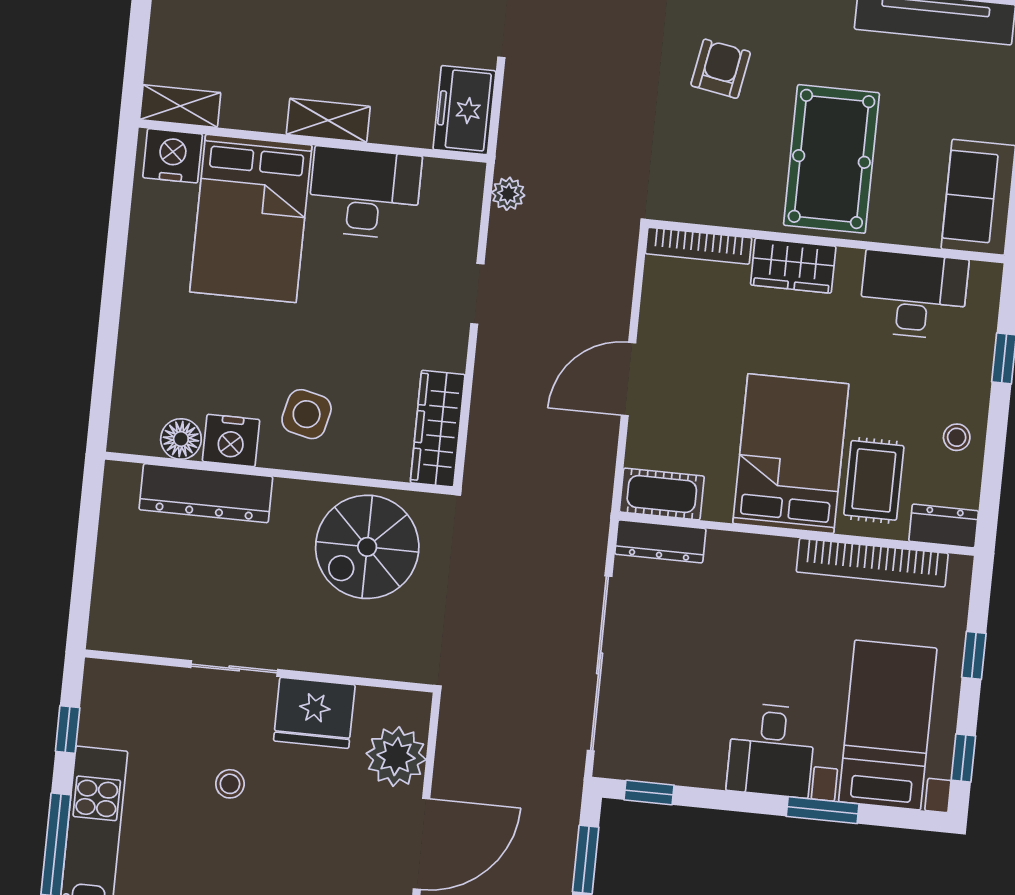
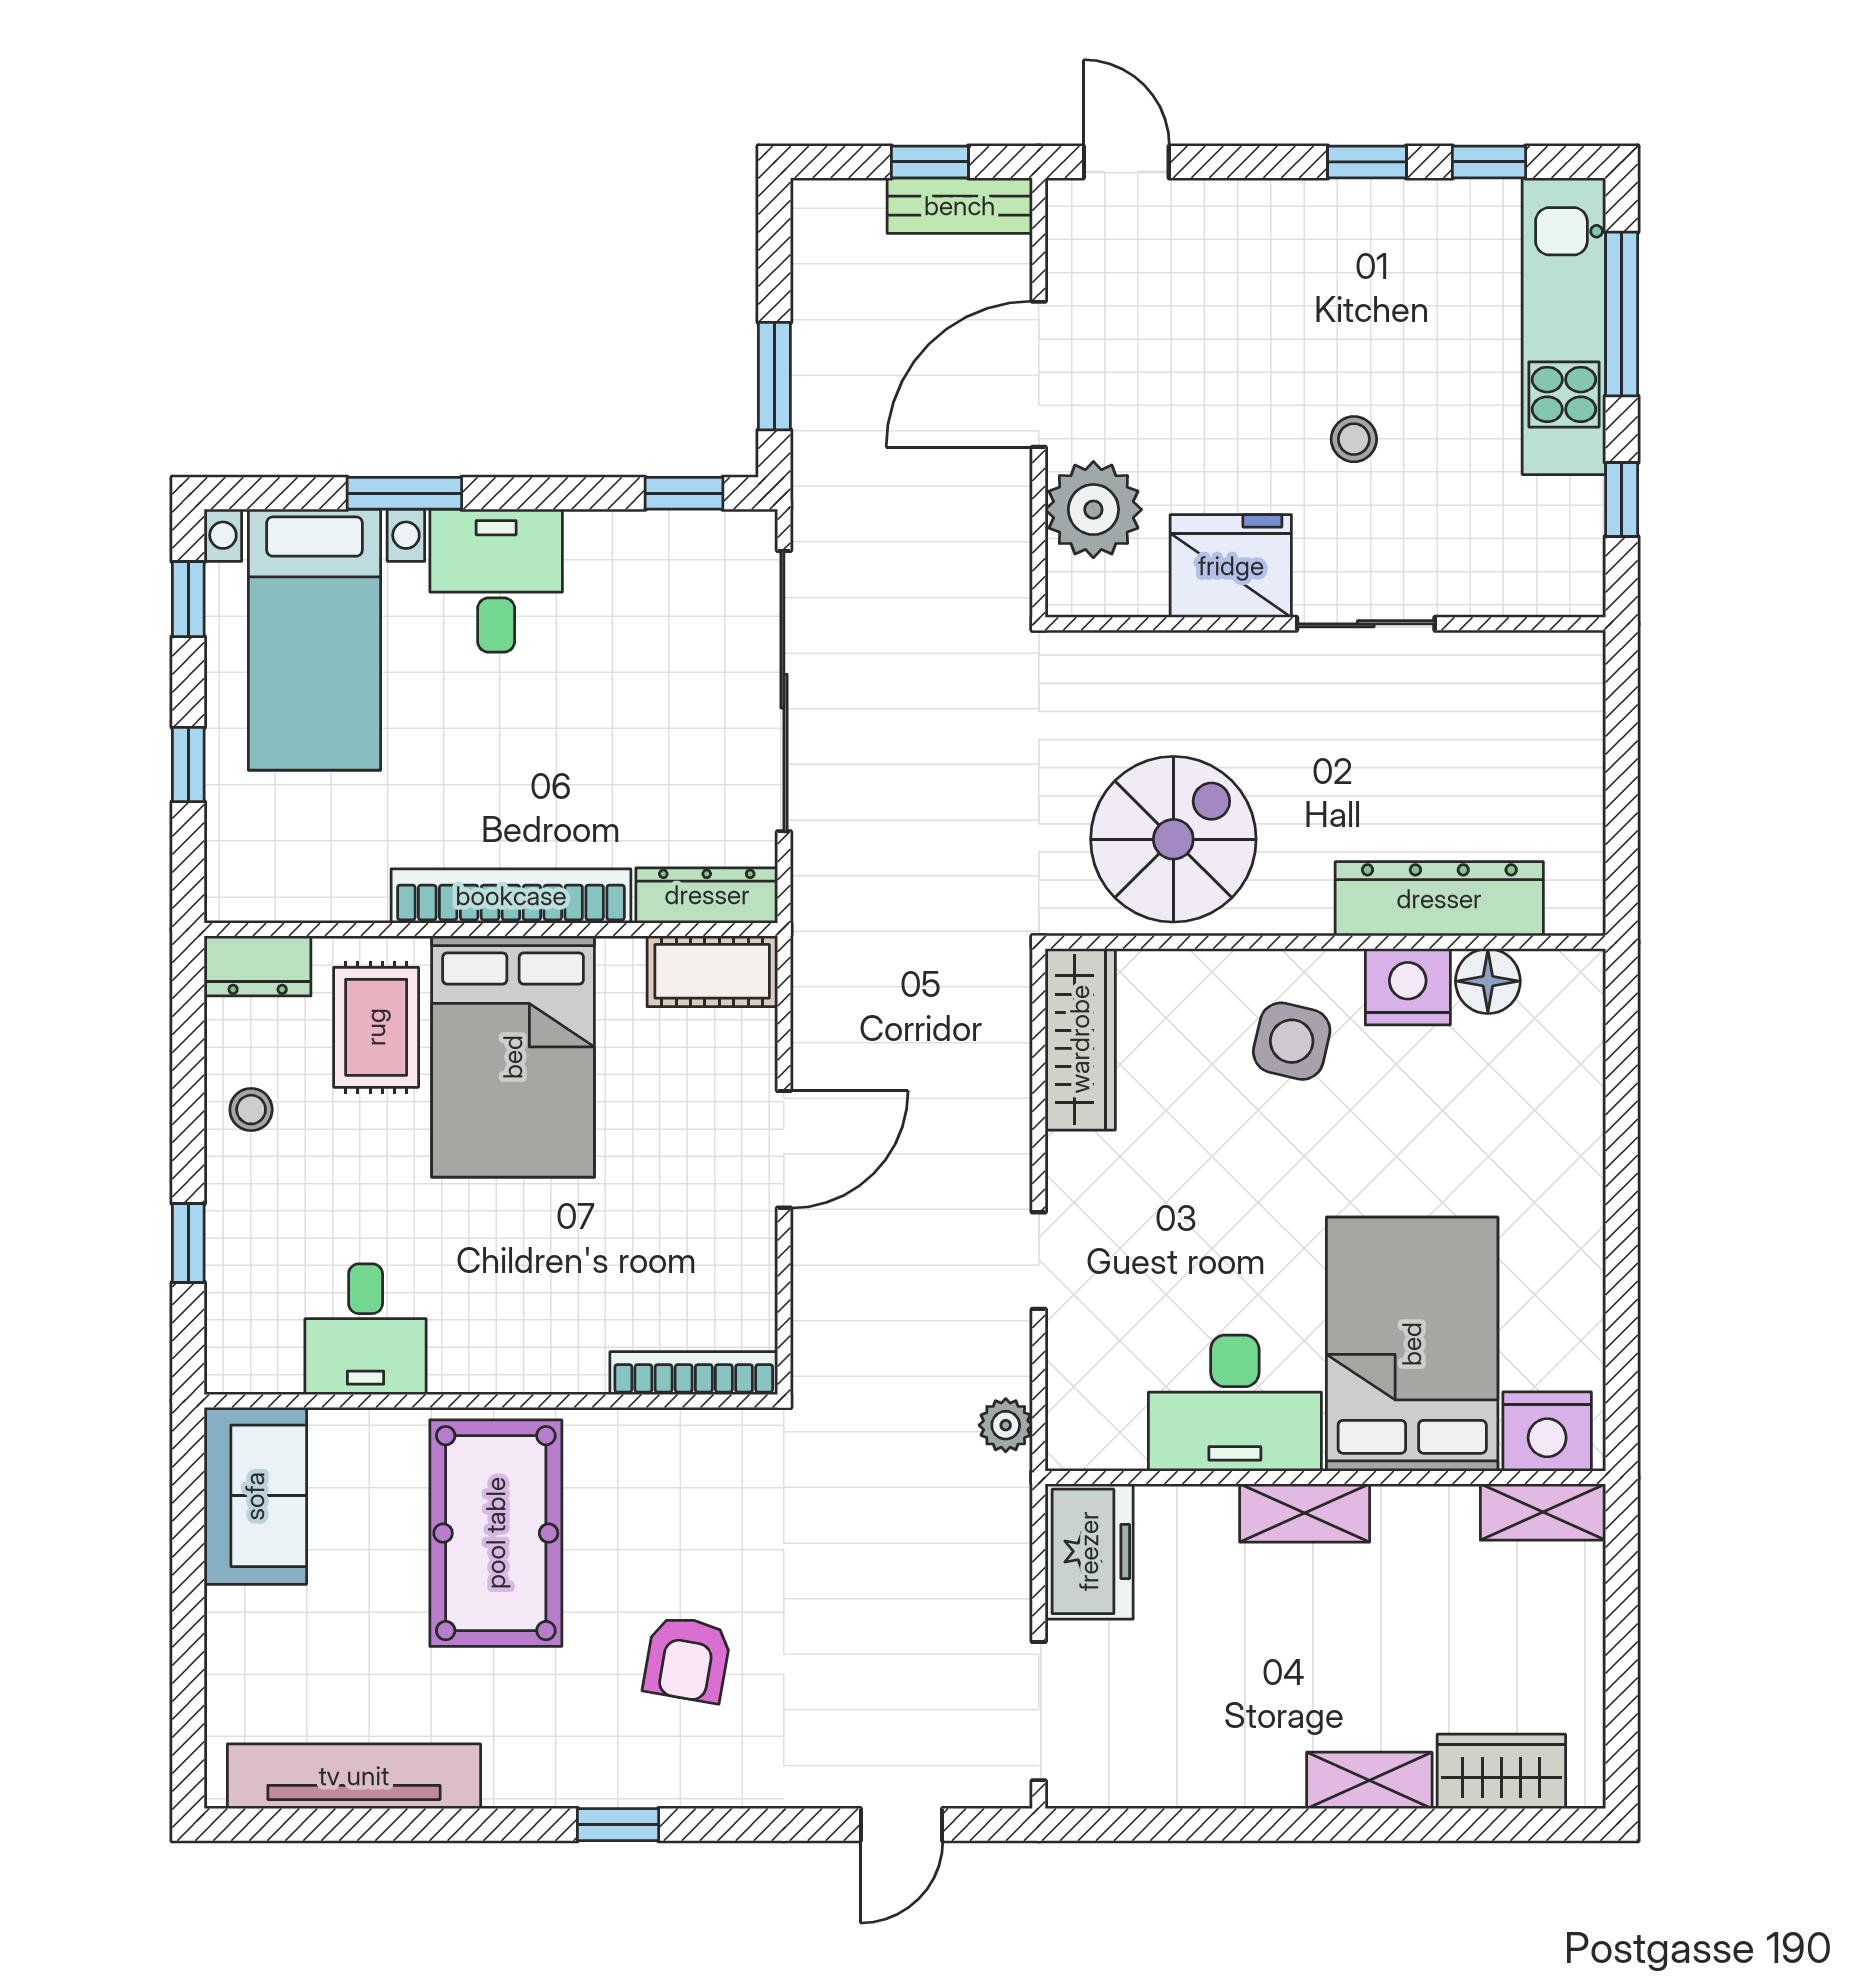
wardrobe: (793, 266) -> (540, 1357), removed
desk: (914, 295) -> (366, 1329), width x0.73
bookcase: (872, 563) -> (511, 896), moved

